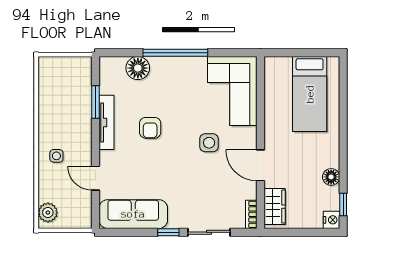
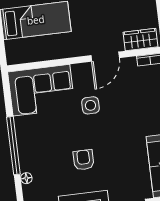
floor lamp: (138, 68) -> (26, 178), width x0.53, depth x0.53
armchair: (150, 128) -> (84, 160), turned -90

